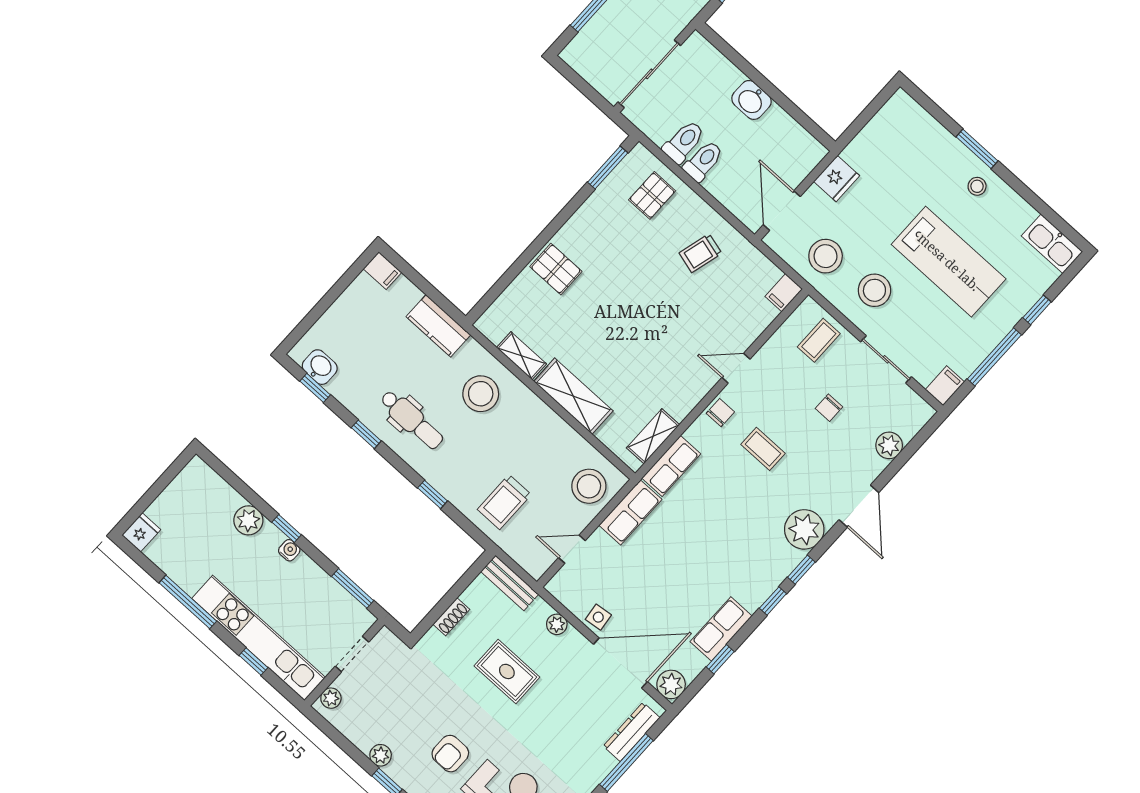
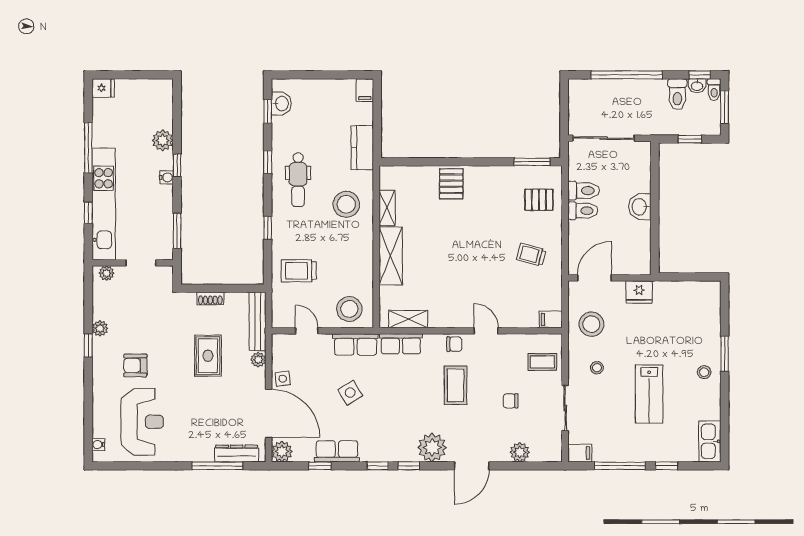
lab bench: (949, 262) -> (649, 394), width x0.73, depth x0.72
stool: (874, 290) -> (597, 368), width x0.53, depth x0.53
coffee table: (763, 449) -> (456, 385), width x1.36, depth x1.30
side table: (674, 562) -> (350, 393), added
bench: (510, 583) -> (258, 321), width x1.36

